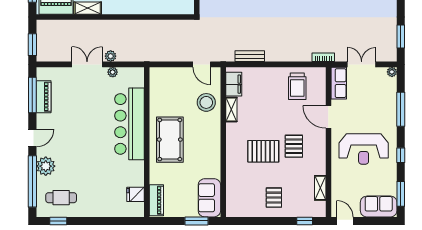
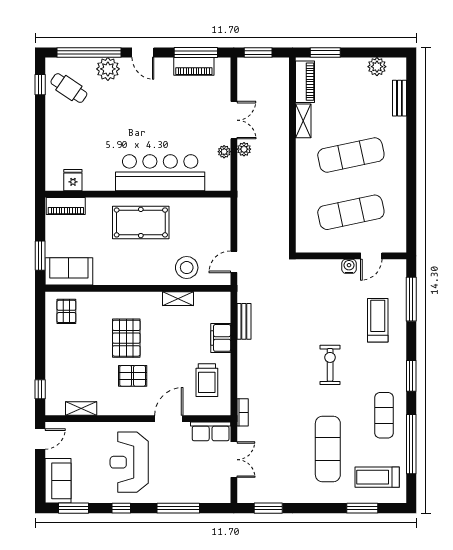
plant: (392, 72) -> (224, 497), removed
filing cabinet: (234, 84) -> (221, 338), moved, turned 90
trolley: (297, 86) -> (207, 380), turned -90
cafe table: (61, 198) -> (69, 88), turned -56
pallet: (274, 198) -> (66, 311), moved, turned 90

